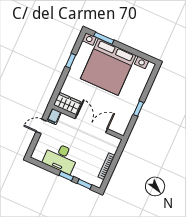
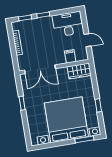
filing cabinet: (54, 116) -> (70, 56), moved
double door: (91, 124) -> (40, 69), moved
door: (41, 126) -> (87, 40), hinge flipped
desk: (61, 158) -> (68, 24), moved

